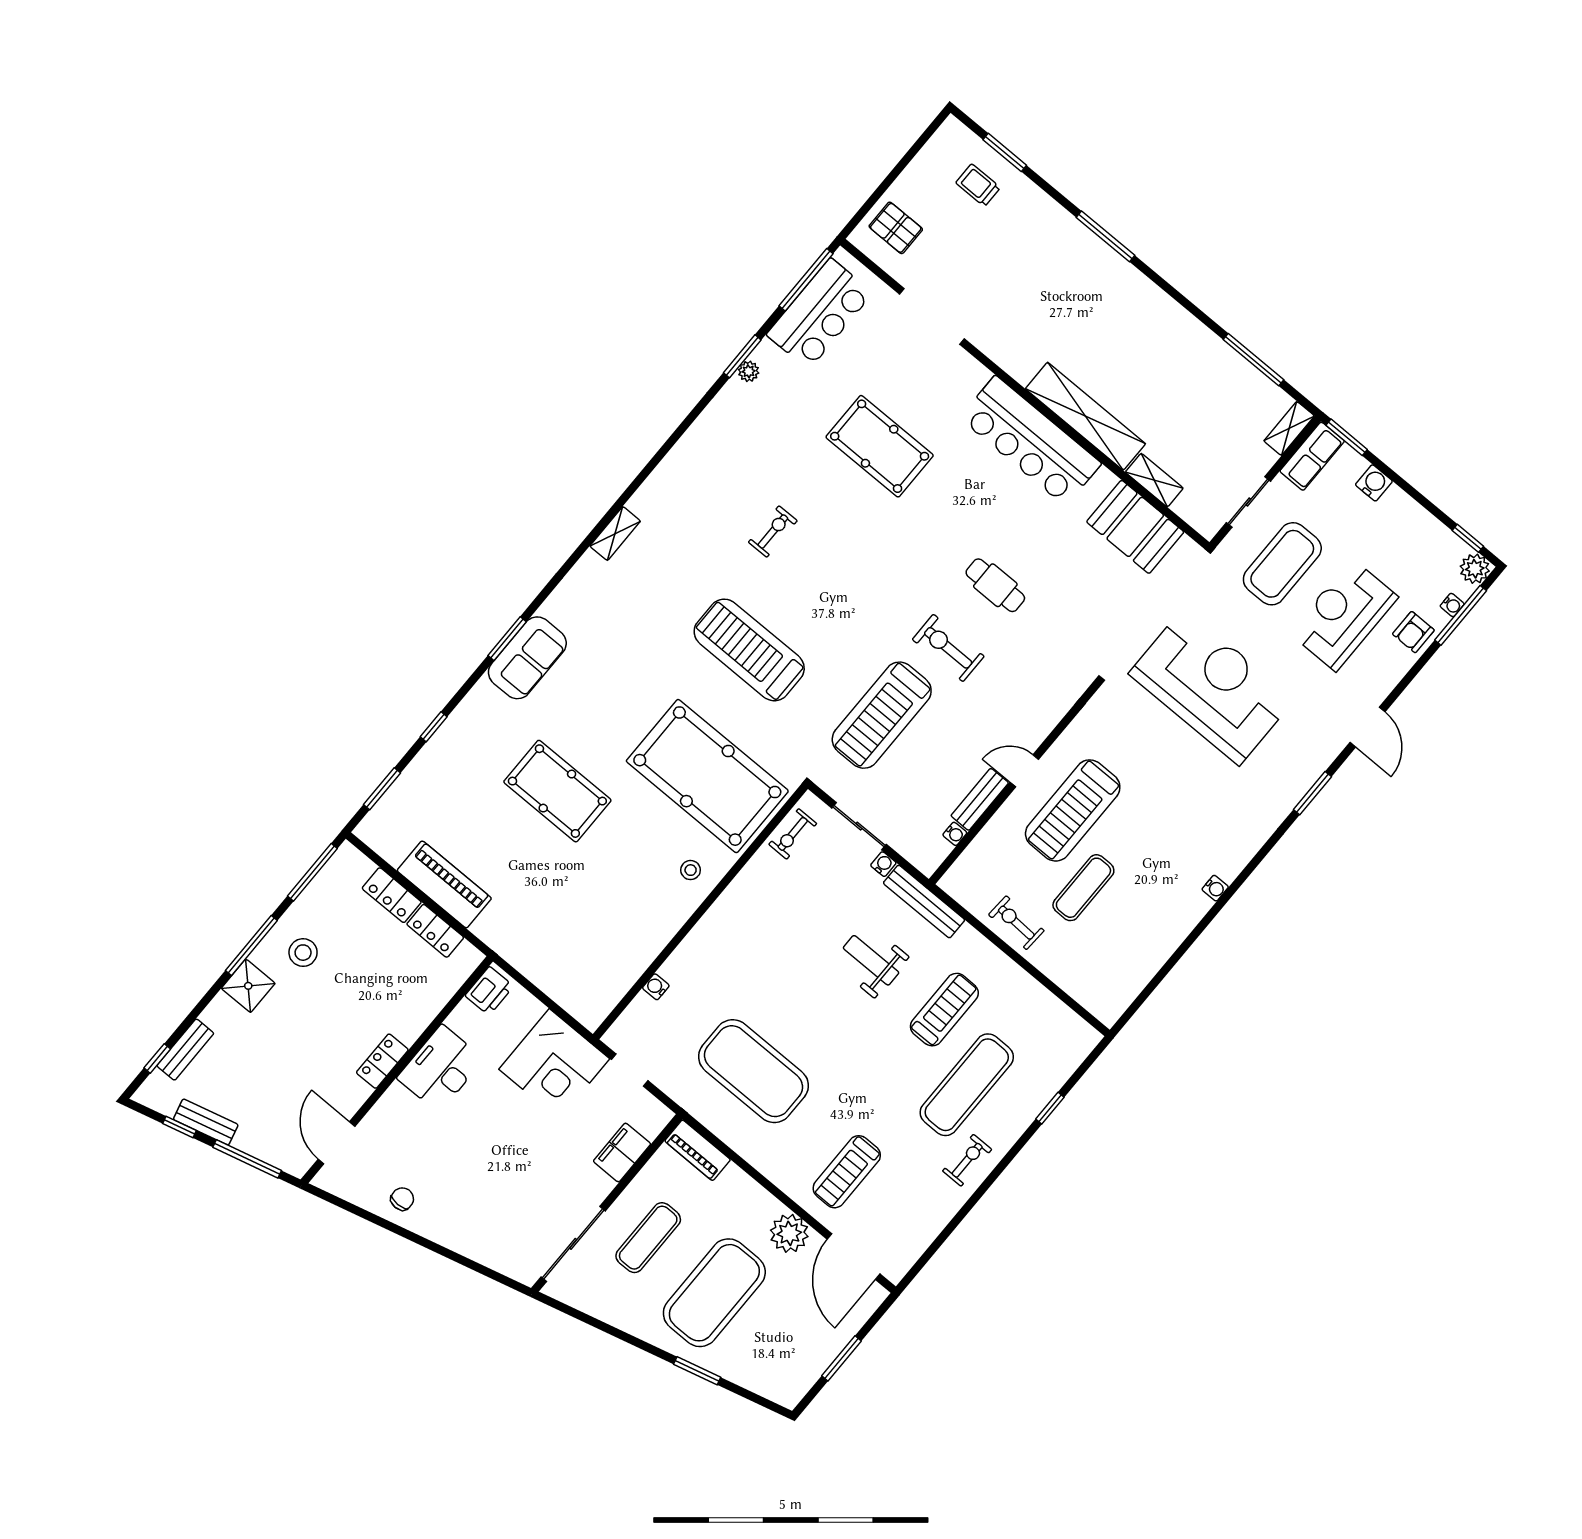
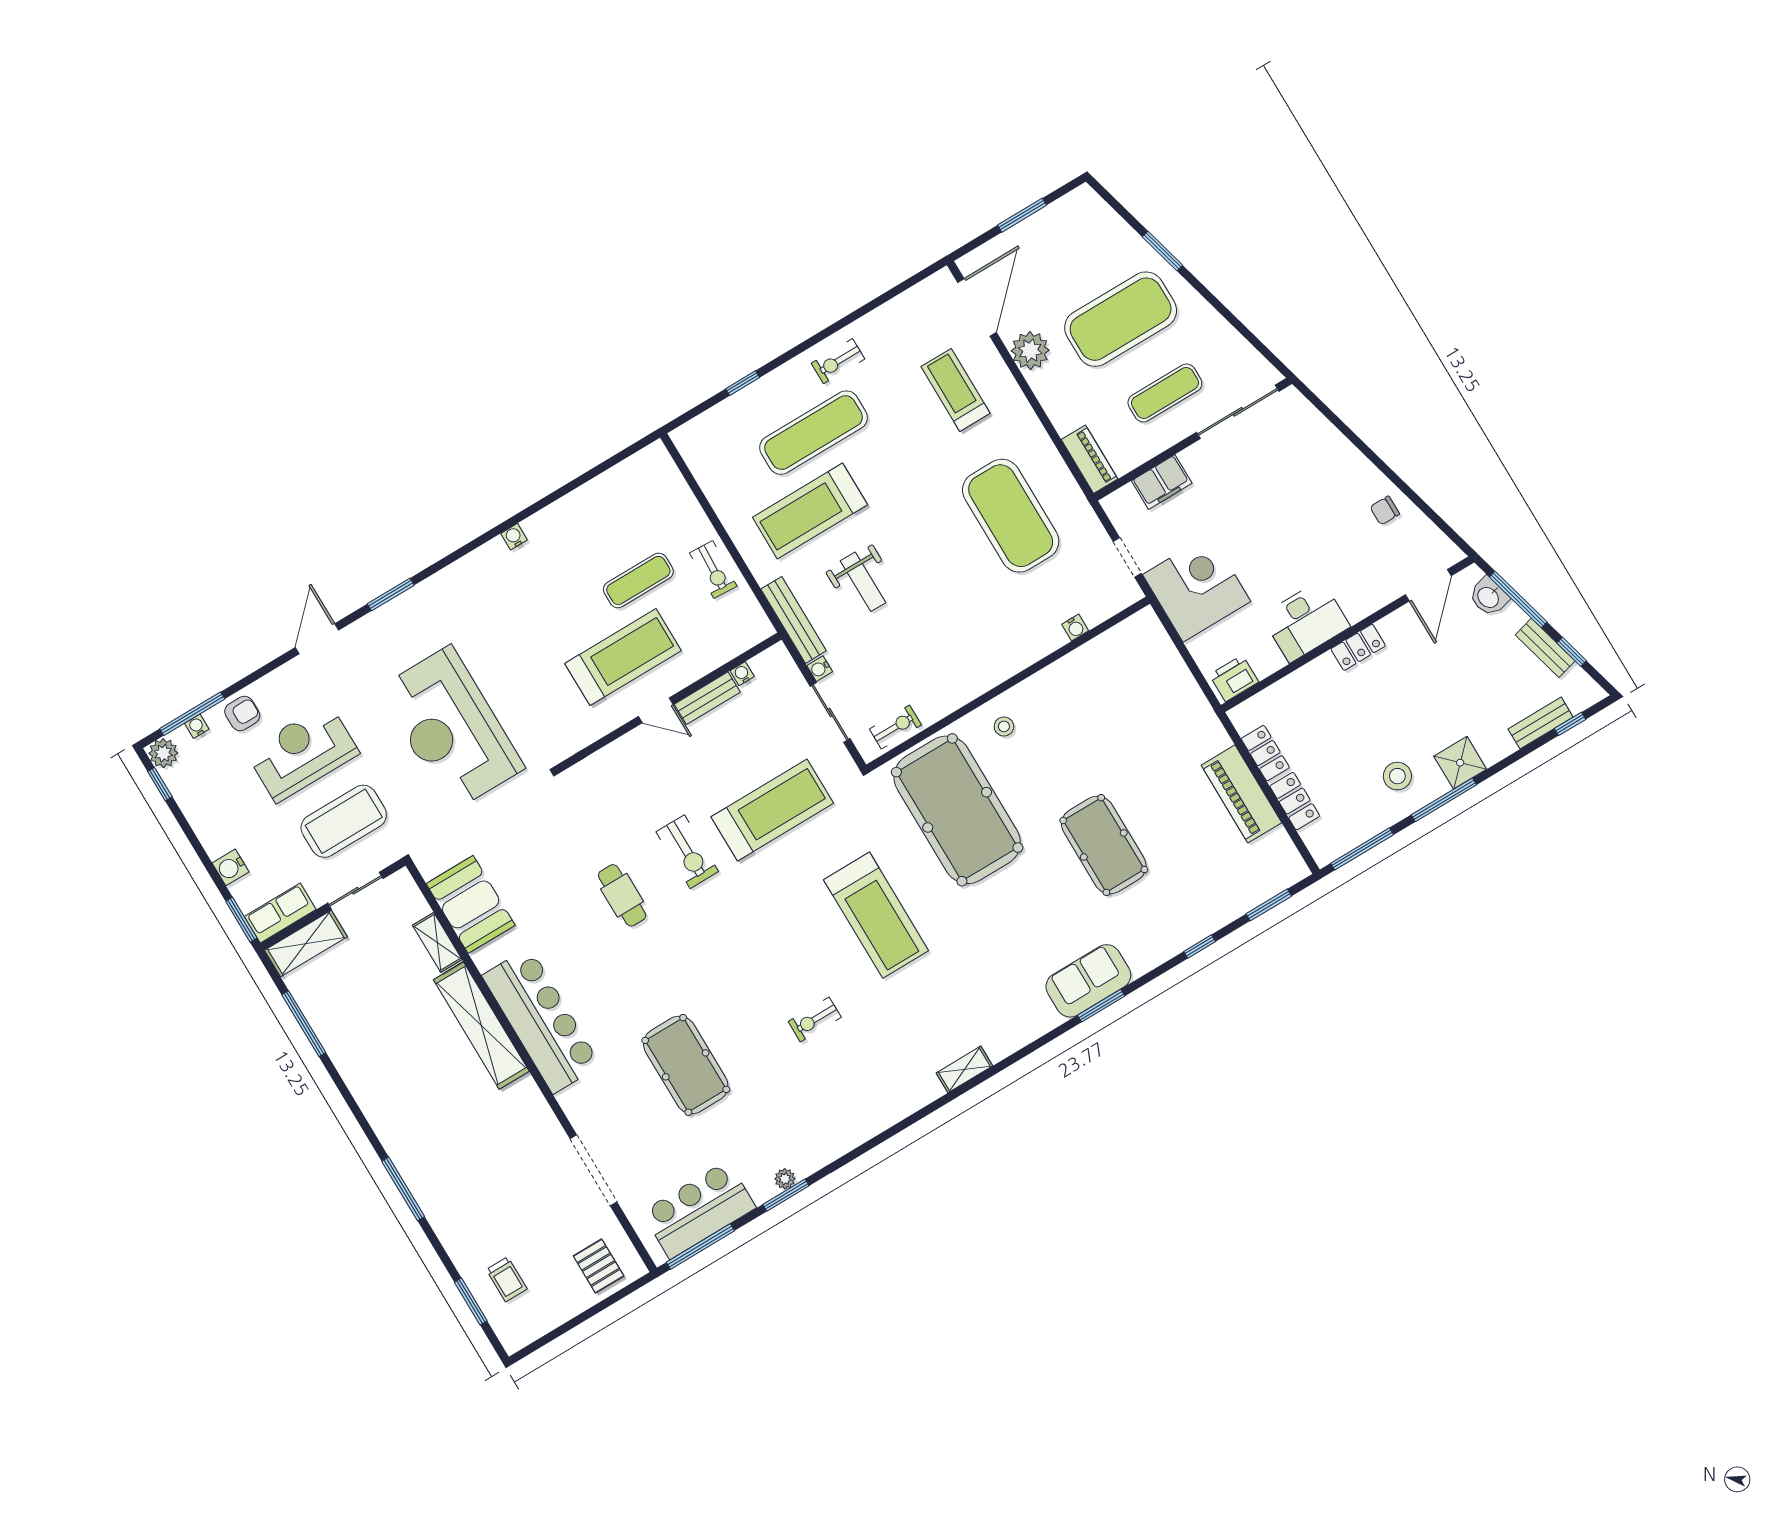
shelving: (1289, 428) -> (306, 944), width x1.50, depth x1.33
reception desk: (1344, 615) -> (302, 753), turned 180
treadmill: (944, 1010) -> (810, 511), width x1.37, depth x1.38
washbasin: (276, 1152) -> (1489, 597), added
treadmill: (847, 1172) -> (956, 390), turned -90

